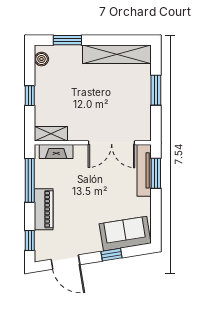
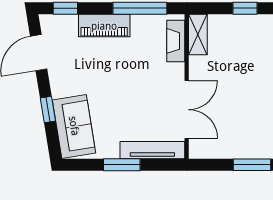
double door: (112, 143) -> (187, 110), swing flipped
window: (156, 173) -> (122, 165), moved

